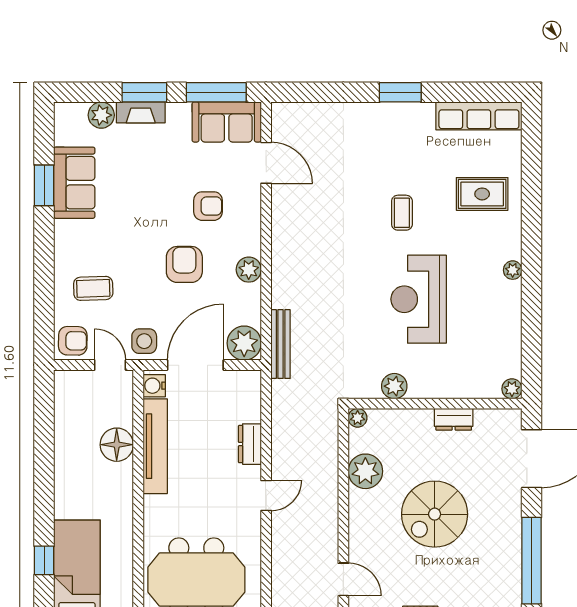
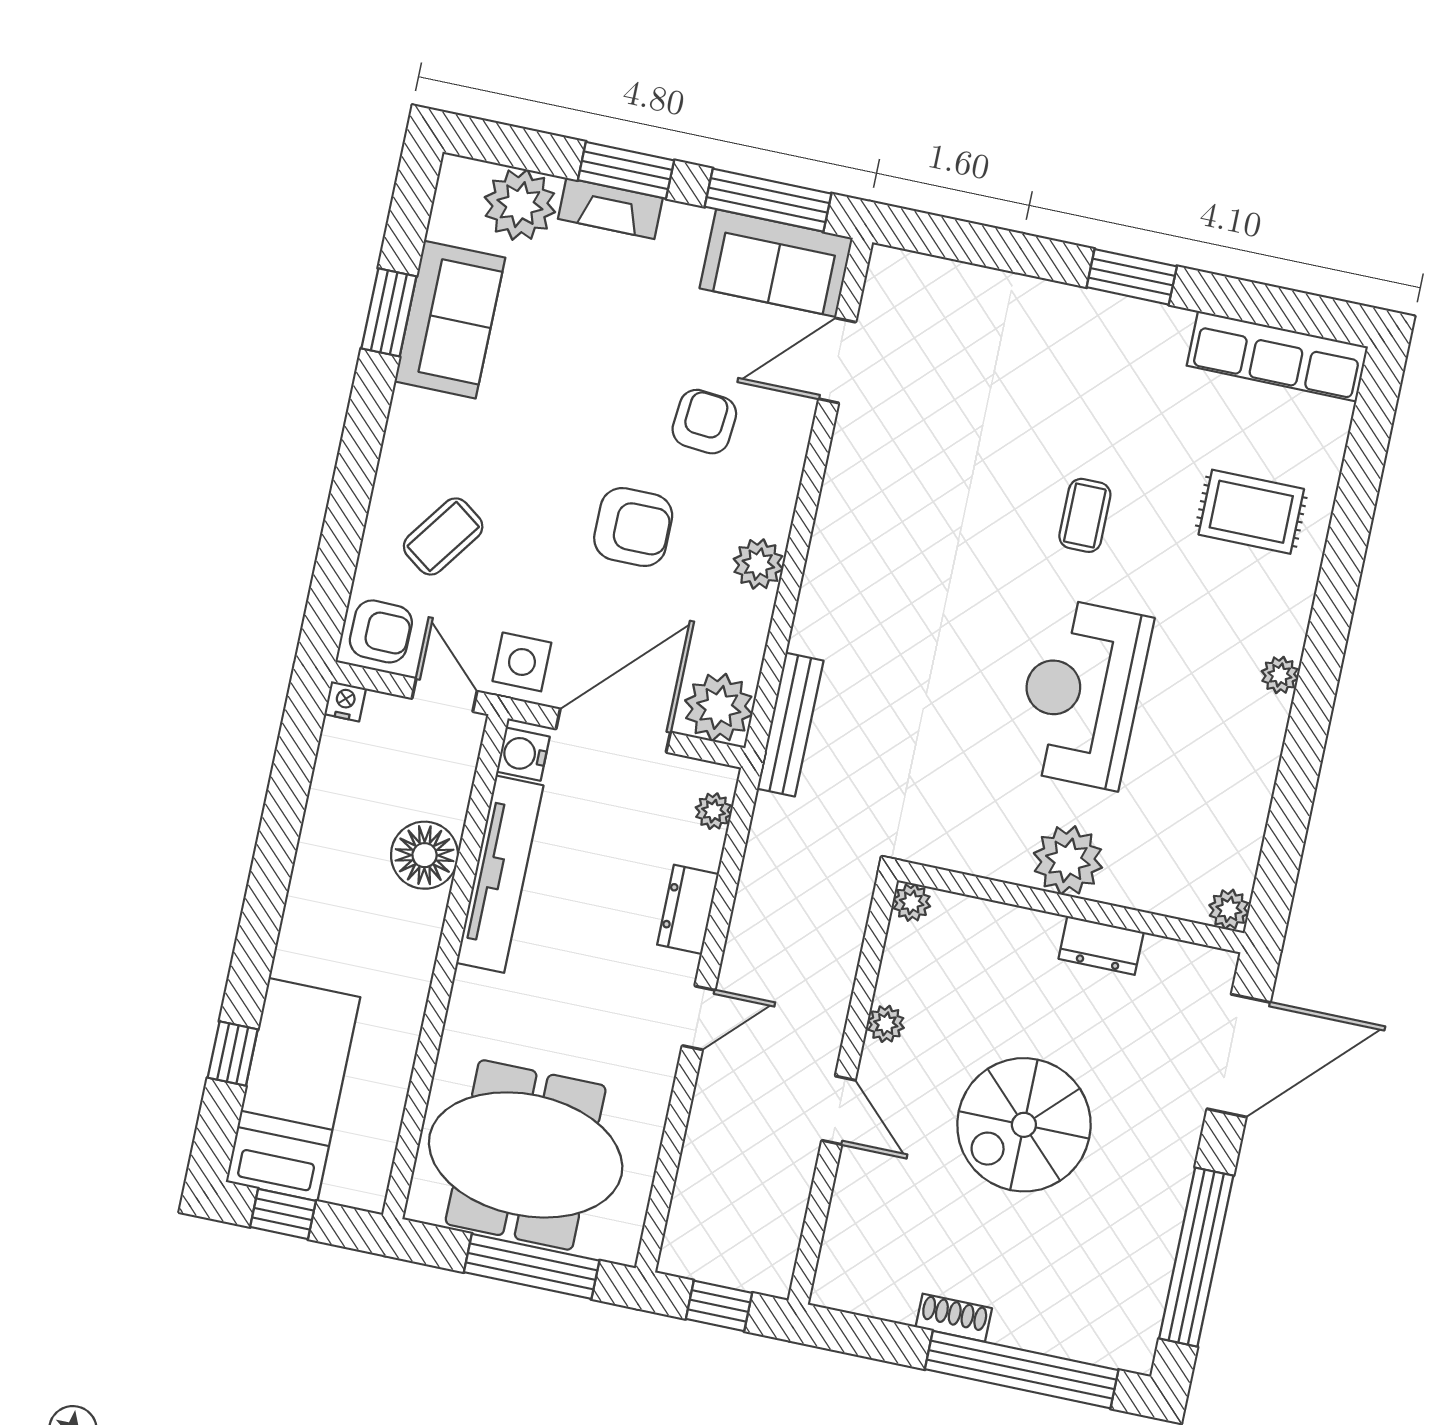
plant: (101, 115) -> (520, 205), width x1.36, depth x1.36
door: (266, 163) -> (837, 360), swing flipped
armchair: (208, 206) -> (704, 422), turned -85
armchair: (184, 264) -> (633, 527), turned 90
coffee table: (93, 288) -> (443, 536), turned -52
nightstand: (63, 378) -> (345, 701), added
plant: (394, 386) -> (1068, 860), moved, width x1.36, depth x1.36
plant: (252, 394) -> (713, 811), added
plant: (365, 471) -> (886, 1024), width x0.53, depth x0.53
door: (343, 579) -> (839, 1110), moved

